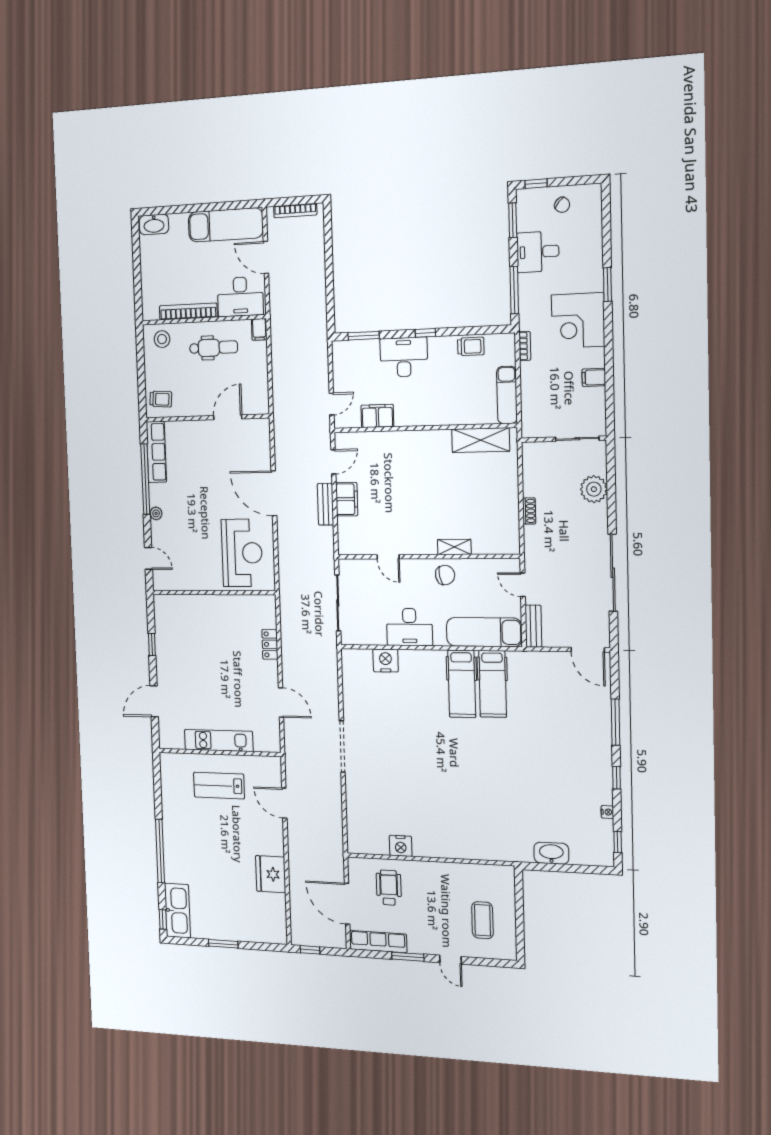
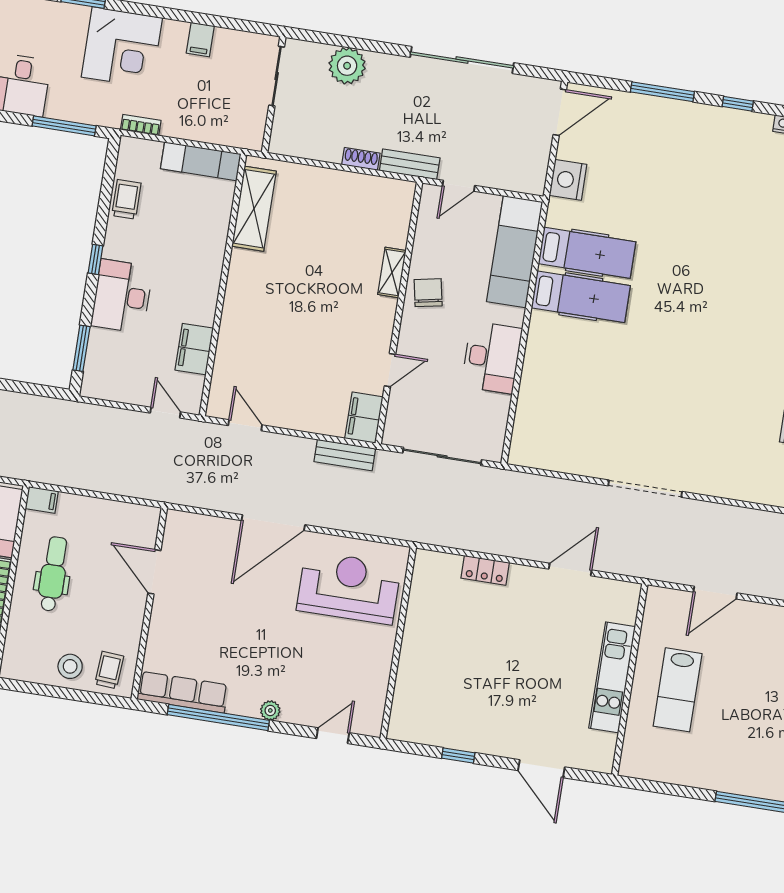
stool: (162, 339) -> (70, 666), moved
filing cabinet: (347, 499) -> (364, 418), moved, turned -90
bench: (325, 504) -> (345, 455), moved
bench: (533, 626) -> (410, 164), moved
nightstand: (386, 660) -> (568, 180), moved

